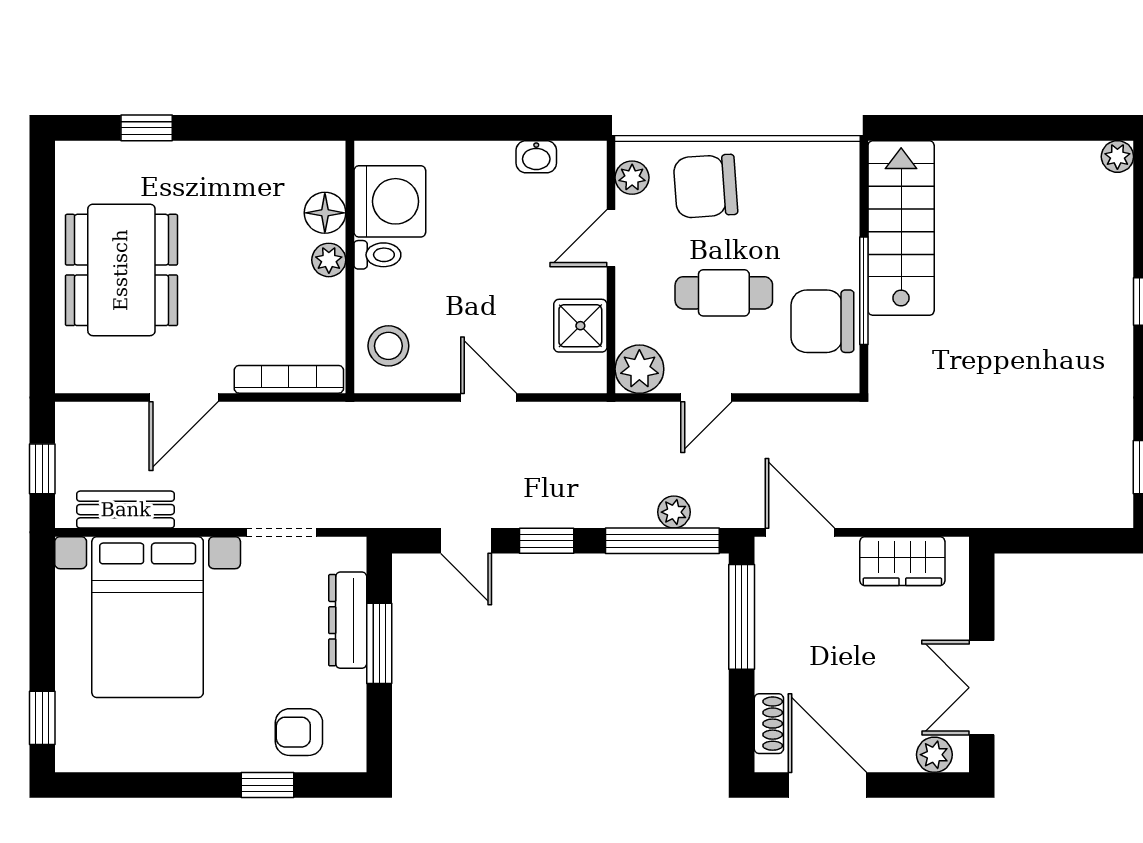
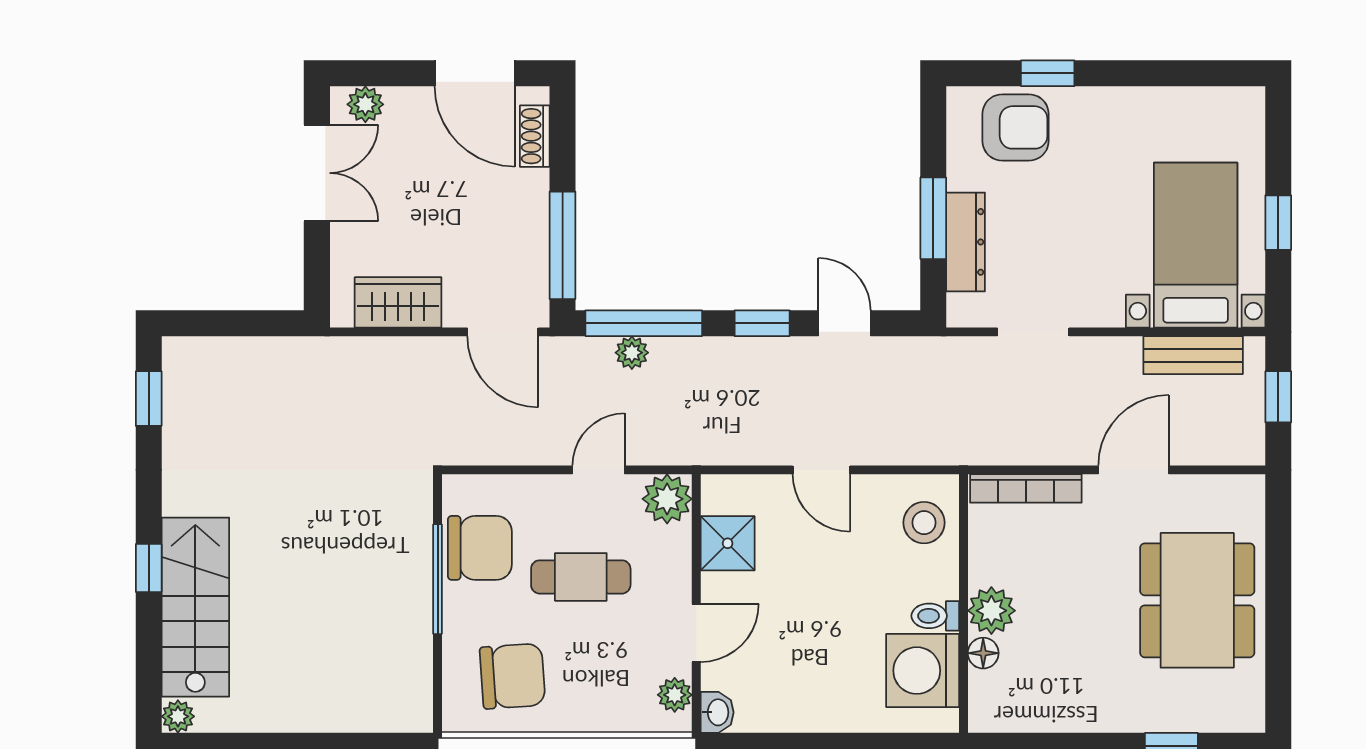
washbasin: (536, 157) -> (717, 712), moved, turned 90
chair: (705, 186) -> (513, 676), moved
floor lamp: (325, 213) -> (983, 653), width x0.73, depth x0.73
stairs: (901, 228) -> (195, 607), moved, turned 180
plant: (329, 260) -> (991, 611), width x1.38, depth x1.38
bed with nightstands: (148, 617) -> (1196, 245), width x0.73
window: (42, 718) -> (1278, 223), moved
armchair: (299, 732) -> (1016, 127), width x1.38, depth x1.38

